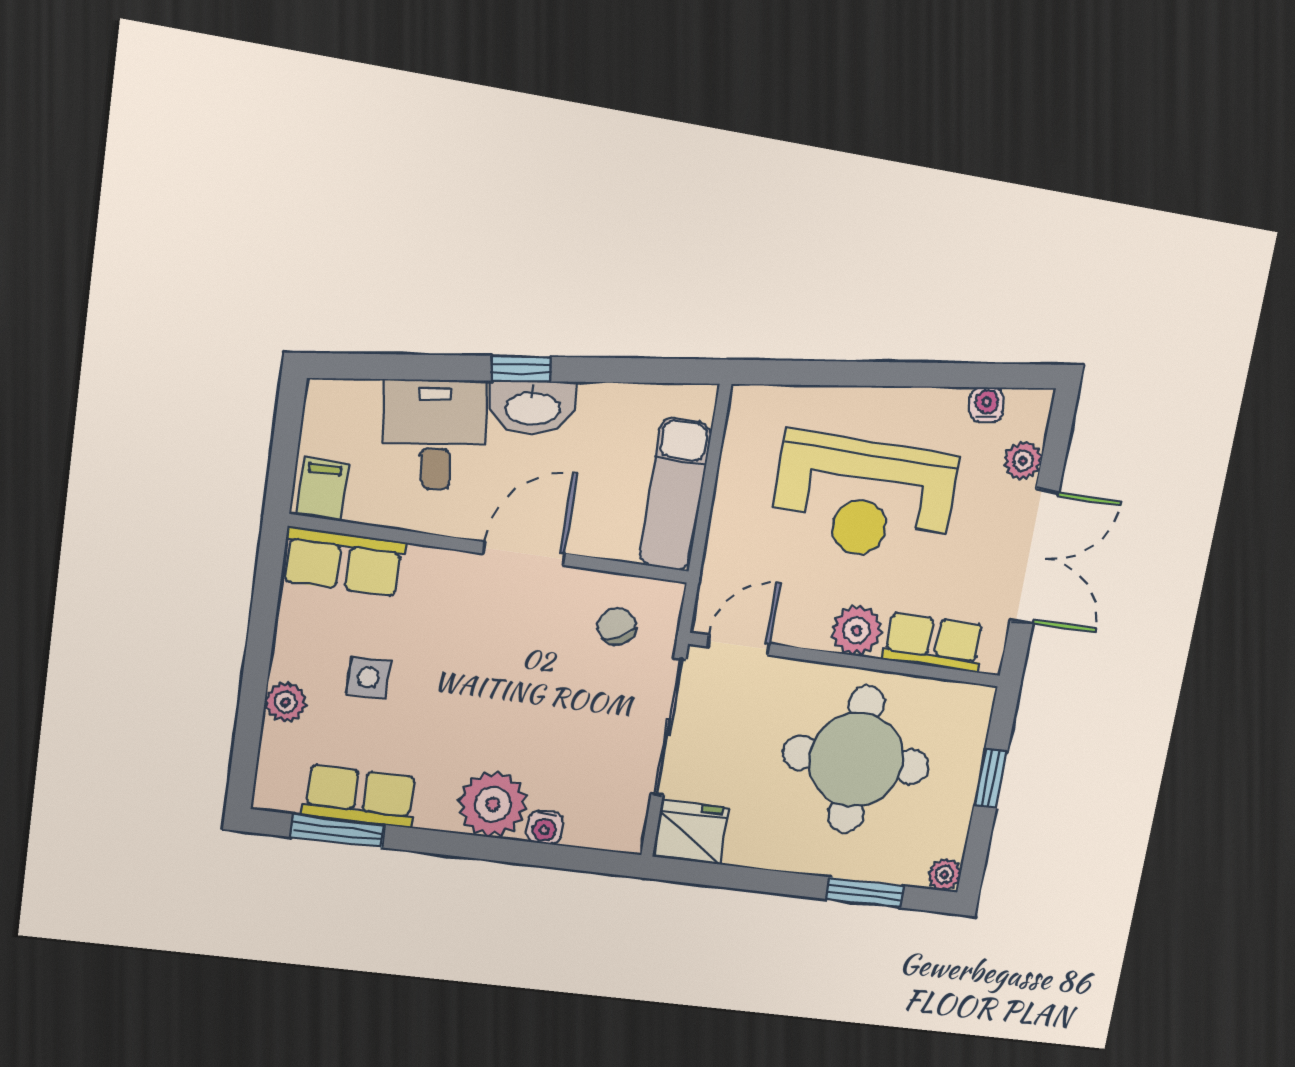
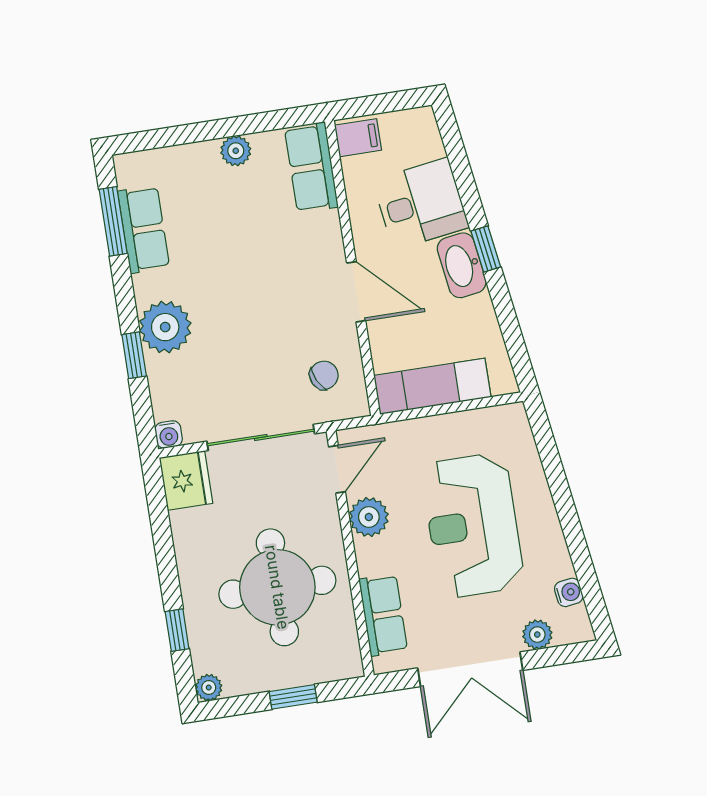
plant: (857, 630) -> (369, 517), moved
door: (739, 645) -> (337, 469), hinge flipped
side table: (368, 677) -> (233, 209), removed
plant: (286, 702) -> (236, 151), moved
water cooler: (545, 827) -> (169, 434), moved, turned -90
window: (516, 852) -> (134, 355), added
window: (865, 893) -> (177, 630), width x0.67

